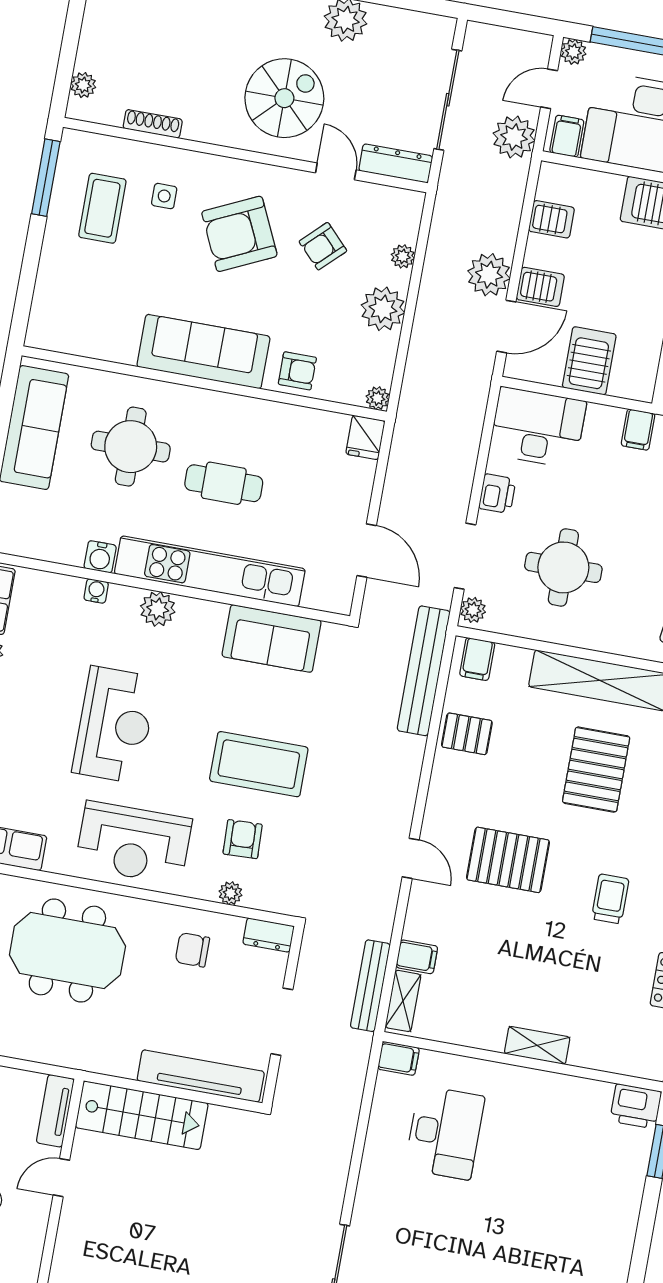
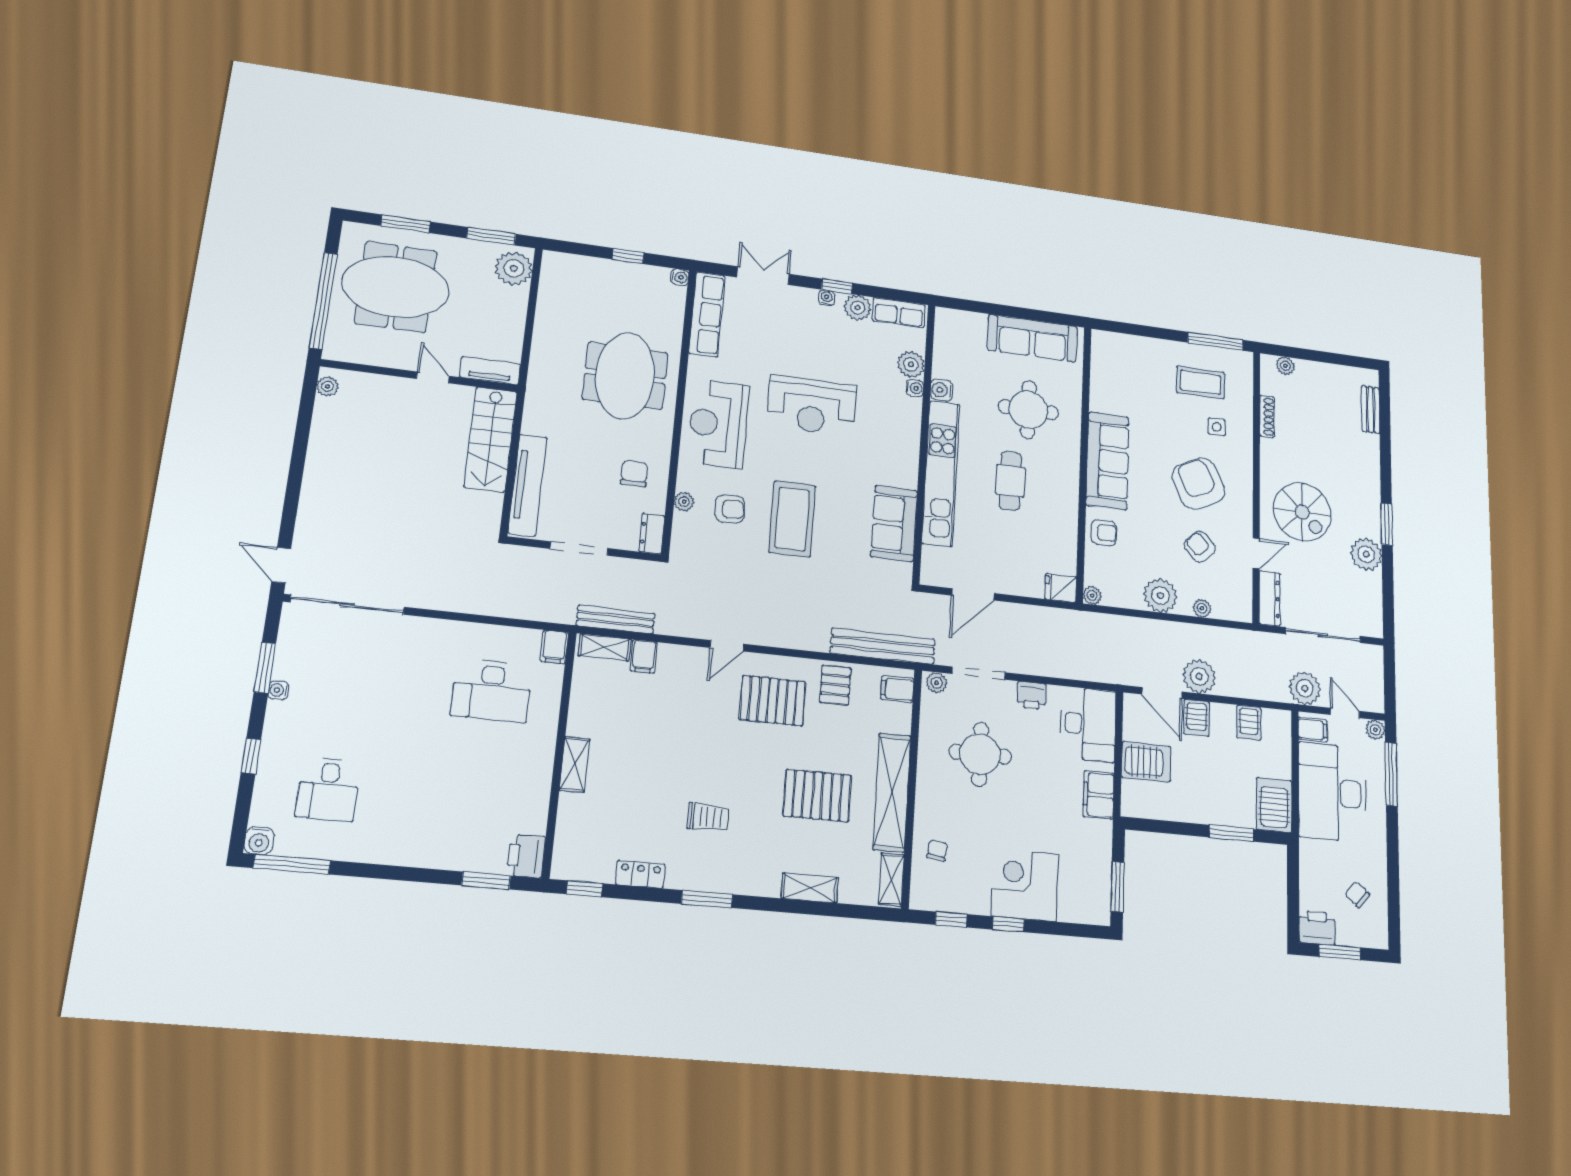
armchair: (297, 371) -> (1104, 533), turned -90
filing cabinet: (638, 430) -> (1099, 795), width x2.00
plant: (158, 609) -> (911, 364), moved
pallet: (508, 860) -> (773, 701), moved, turned 90

